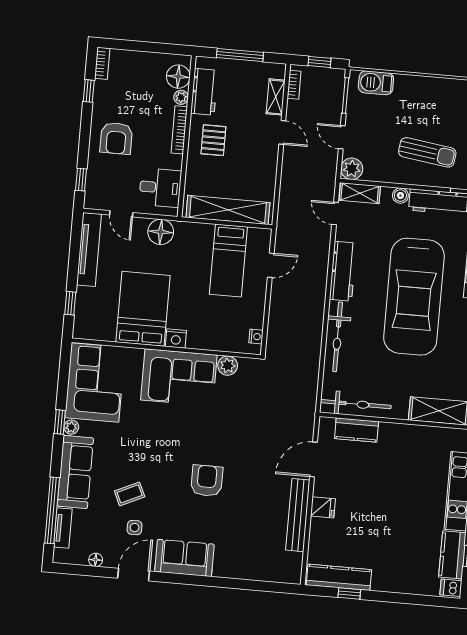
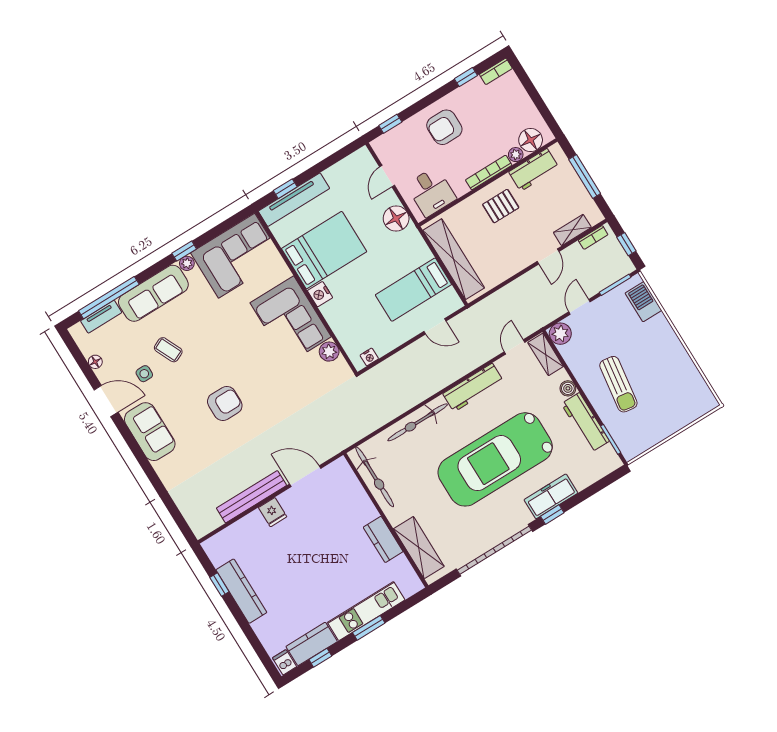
tv unit: (89, 249) -> (294, 200), moved
kitchen counter: (357, 430) -> (383, 539), moved
kitchen counter: (339, 577) -> (241, 591), moved

